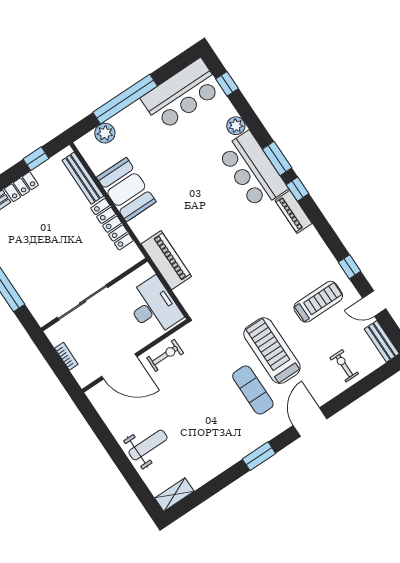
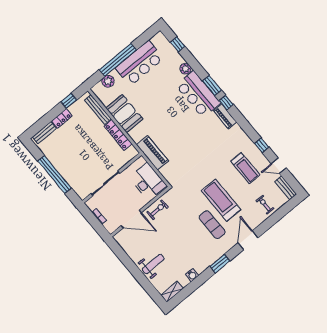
bar counter: (182, 94) -> (140, 63), moved
treadmill: (318, 302) -> (245, 168), turned 90
water cooler: (211, 470) -> (192, 275), added

